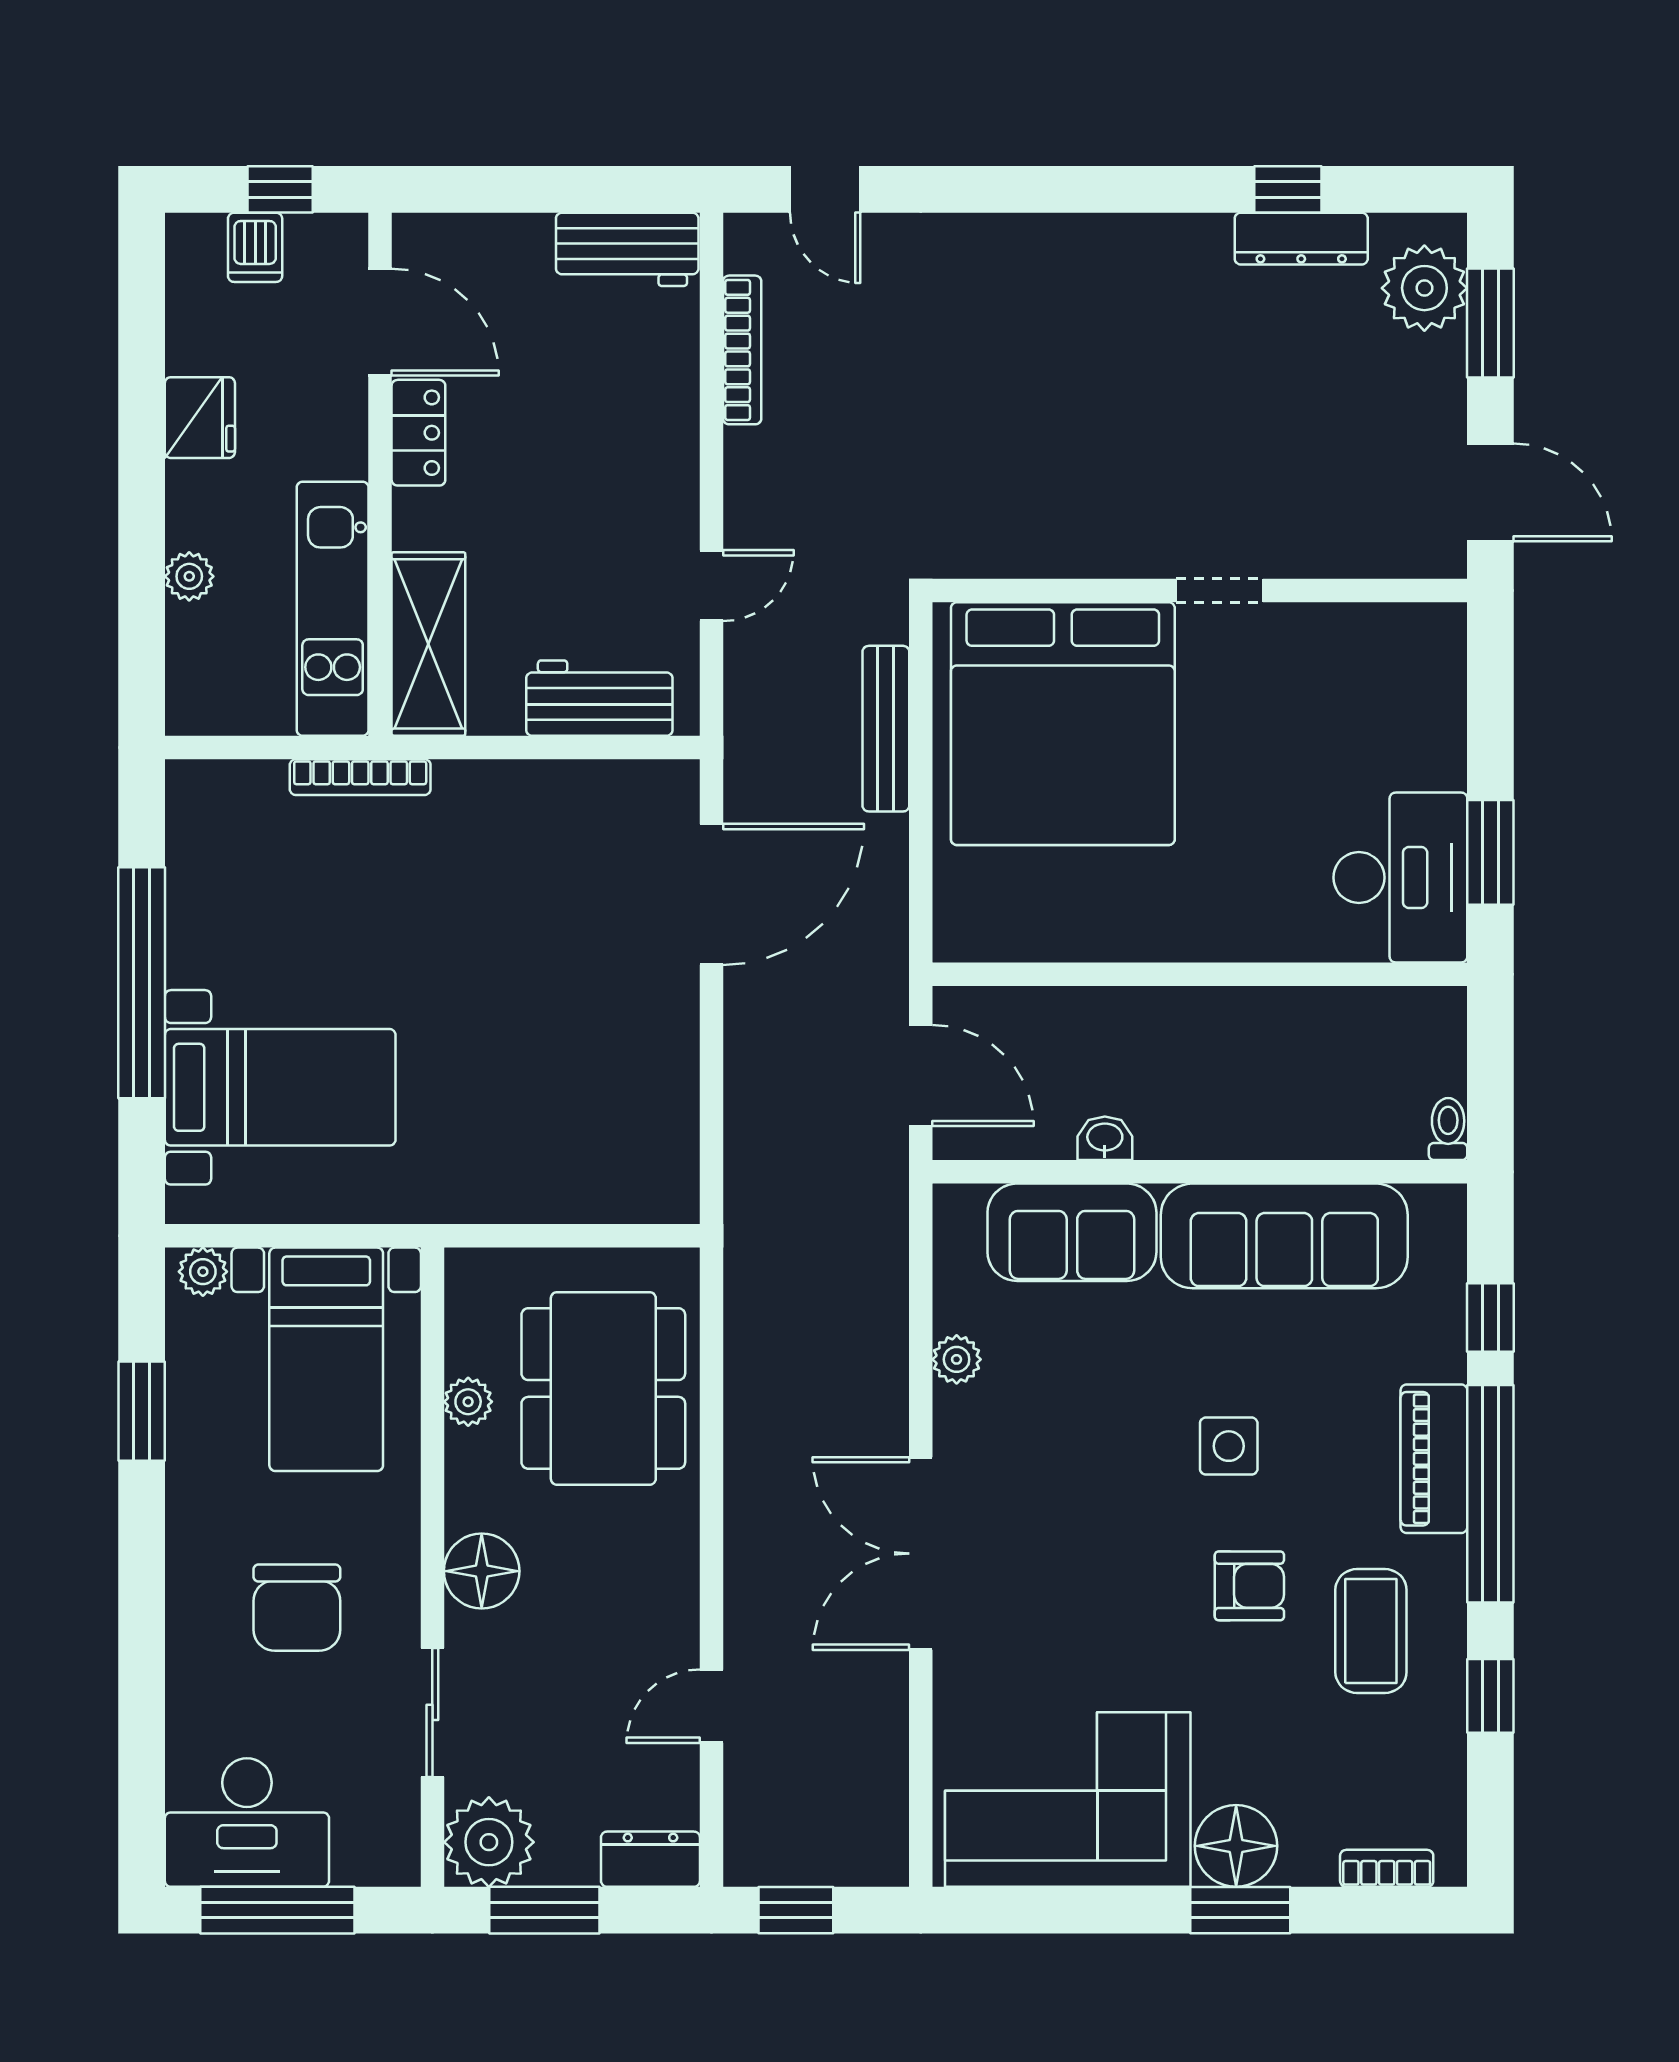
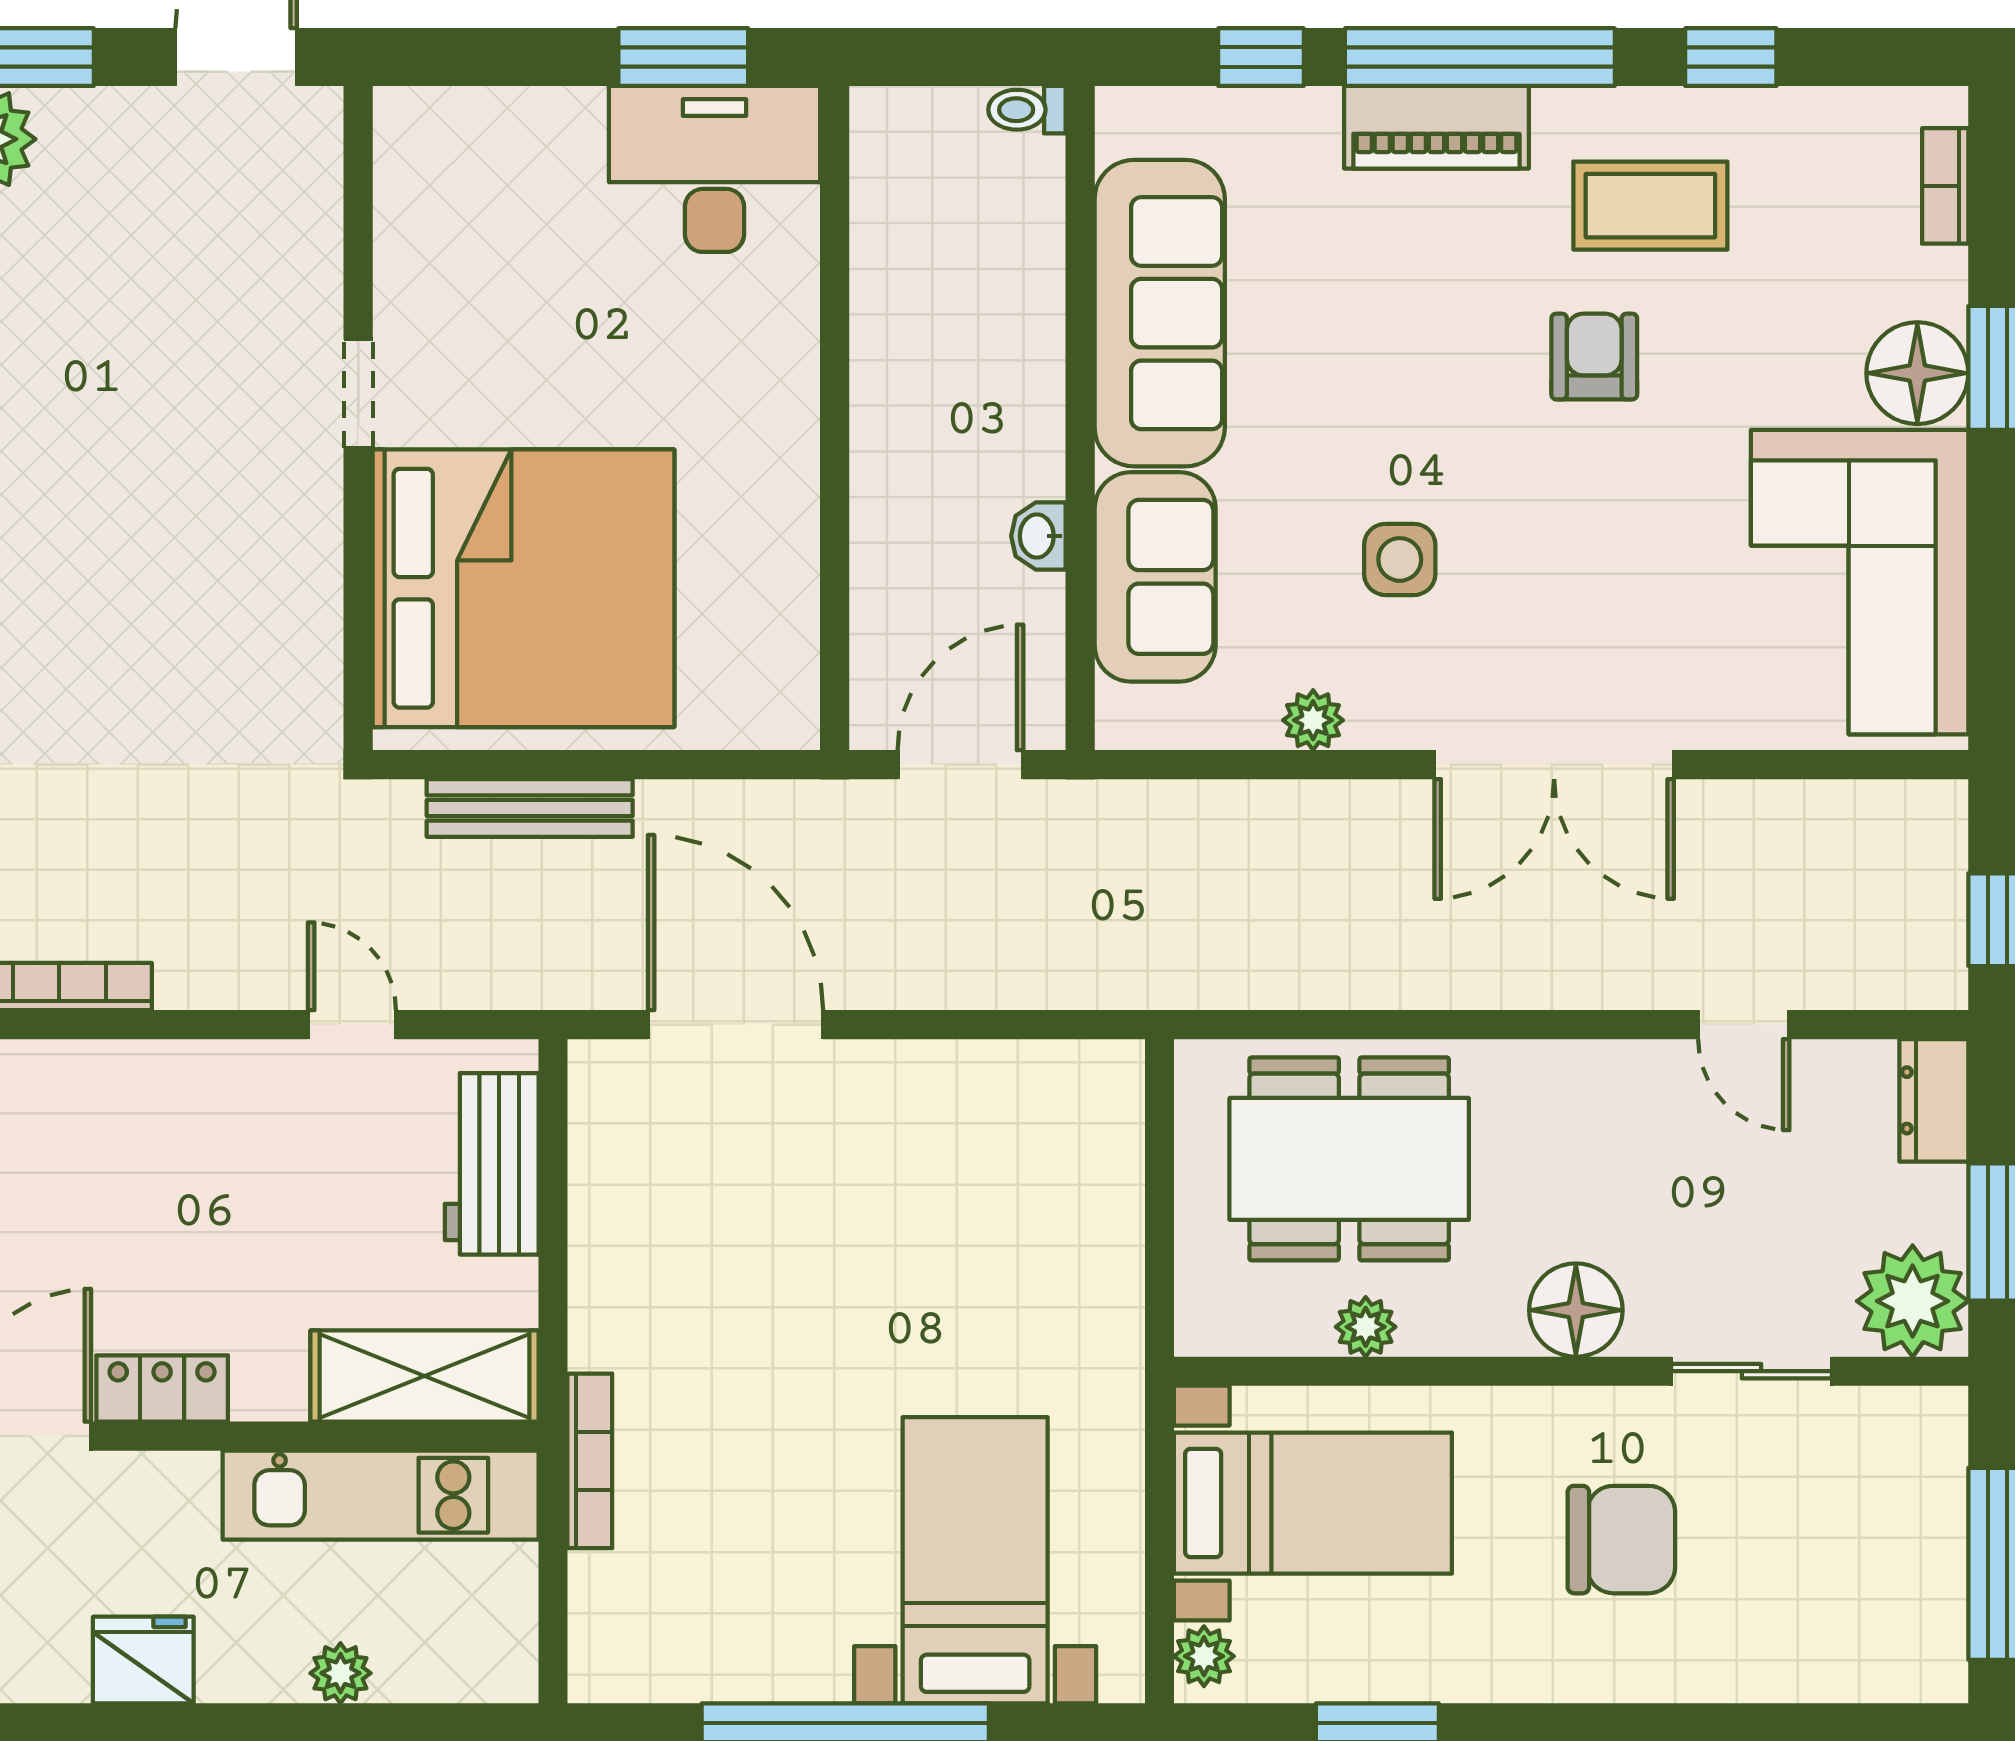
side table: (1229, 1446) -> (1400, 559), moved
desk: (247, 1823) -> (1888, 1602), removed

